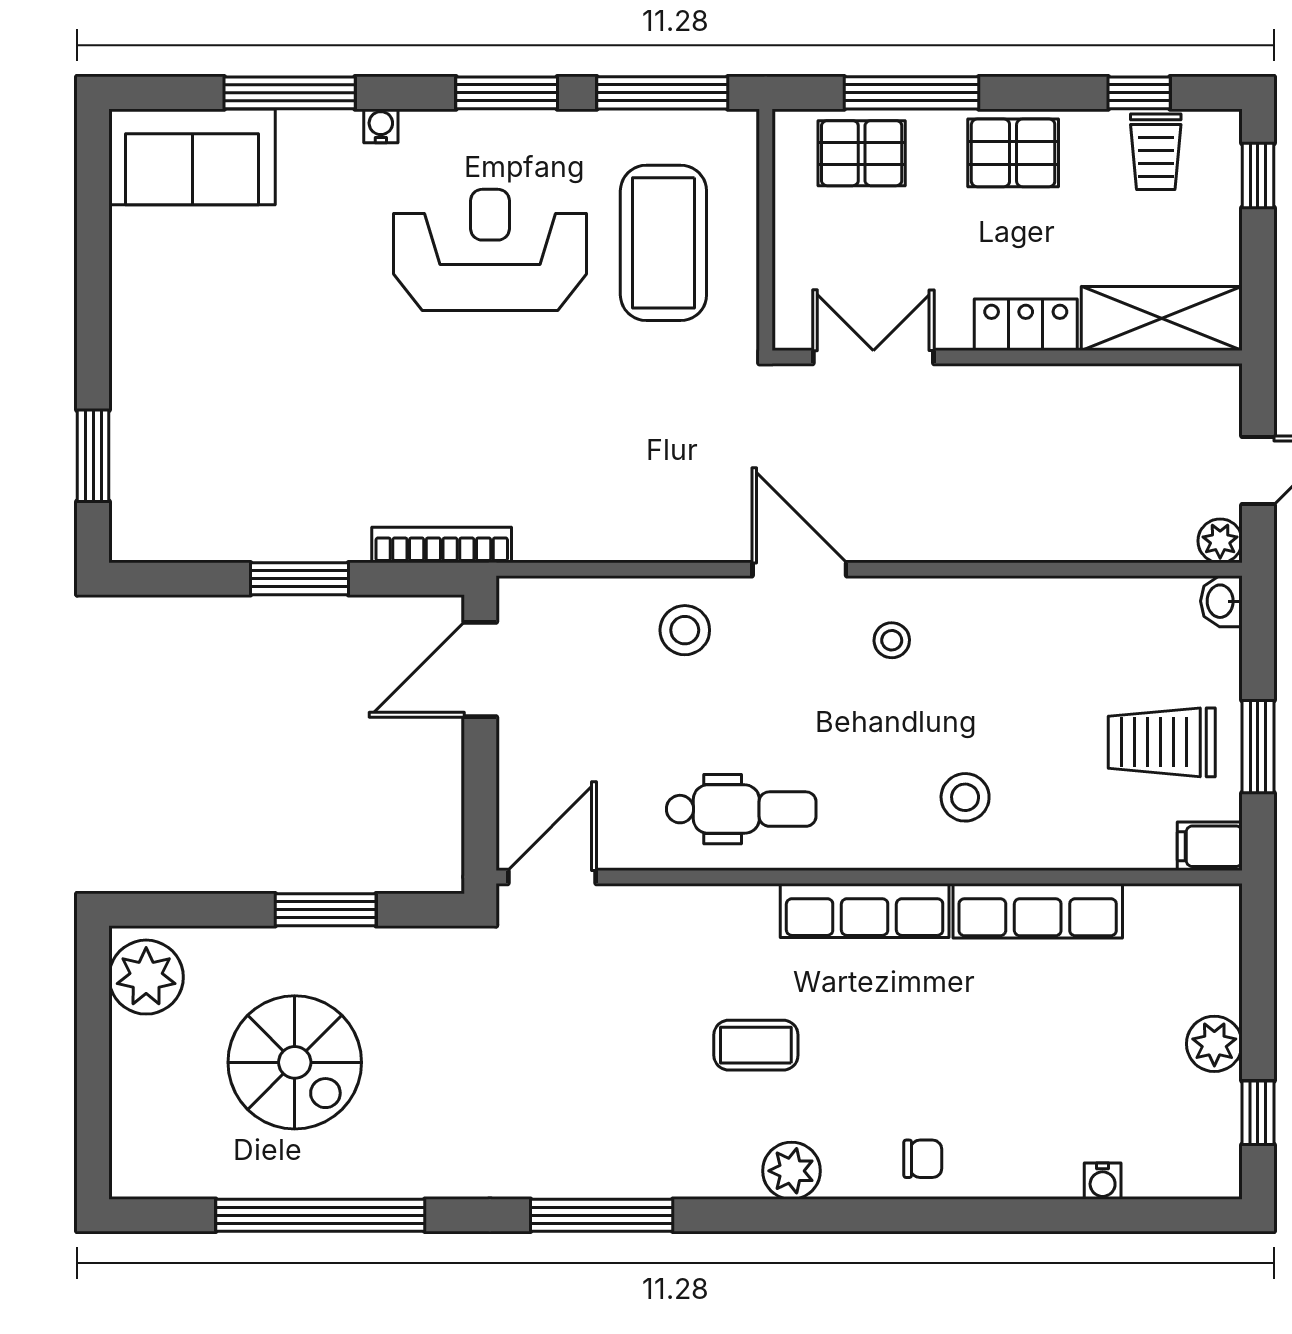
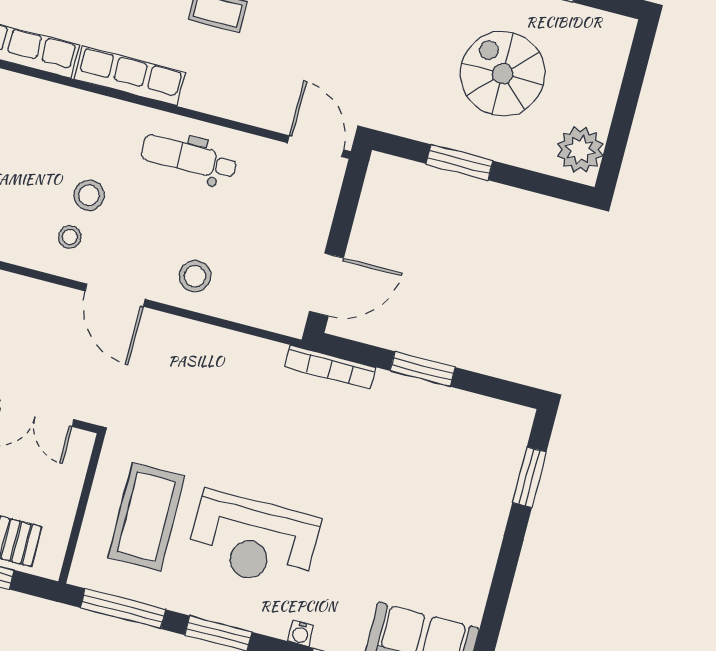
stool: (965, 797) -> (89, 195), moved
door: (552, 877) -> (316, 146), swing flipped

